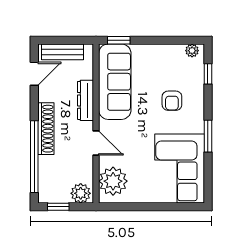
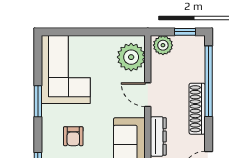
armchair: (172, 101) -> (73, 136), turned 180

